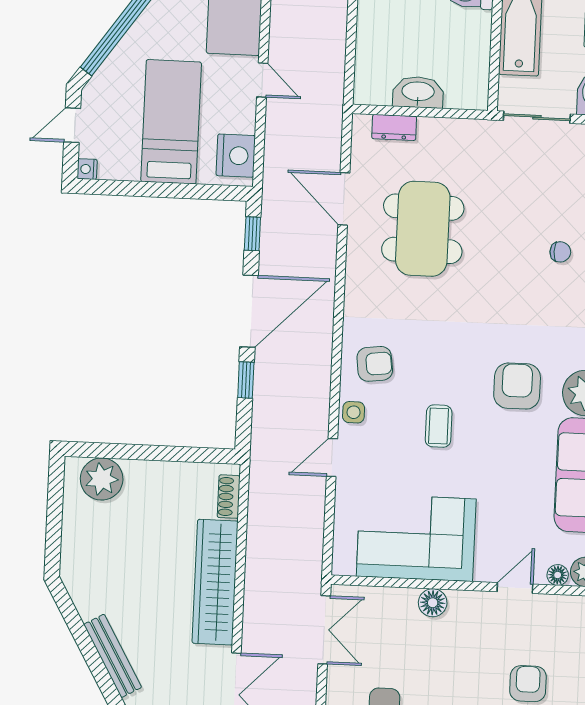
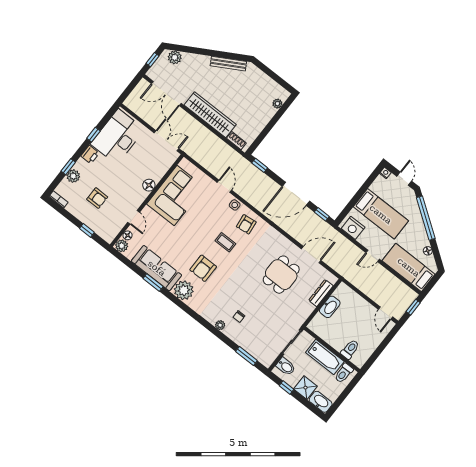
dresser: (394, 127) -> (321, 293), width x1.44
dining table: (423, 229) -> (281, 275), width x0.73
door: (249, 311) -> (296, 194), hinge flipped
window: (246, 380) -> (260, 165), moved
armchair: (517, 386) -> (203, 268), turned 90
coffee table: (439, 426) -> (225, 242), moved
plant: (102, 479) -> (277, 104), width x0.53, depth x0.53
double door: (324, 630) -> (166, 141), swing flipped
bench: (113, 656) -> (228, 64), moved

